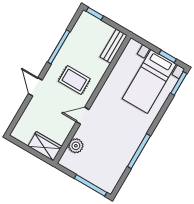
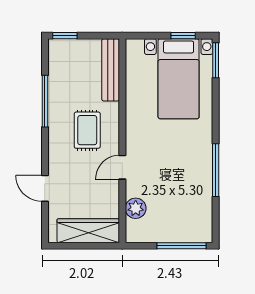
bench: (114, 46) -> (111, 70), width x1.36
rug: (74, 80) -> (87, 130), turned 90
door: (35, 87) -> (45, 188), moved
wardrobe: (45, 146) -> (88, 231), width x1.50

